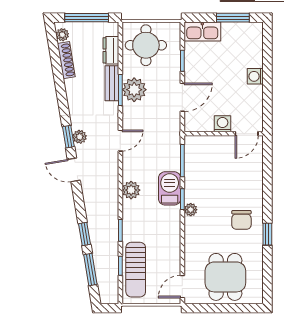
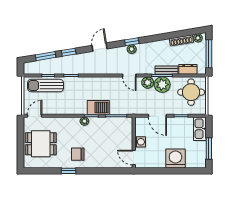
washing machine: (255, 76) -> (175, 159), width x1.89, depth x1.89
door: (74, 170) -> (100, 47), moved
plant: (131, 190) -> (148, 83), moved
door: (182, 287) -> (35, 116), hinge flipped

